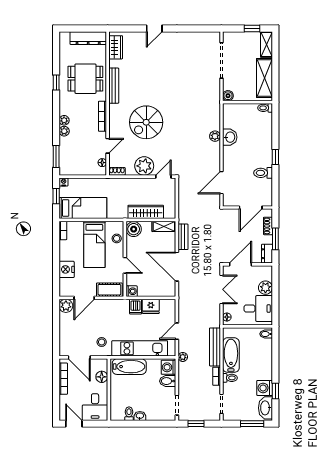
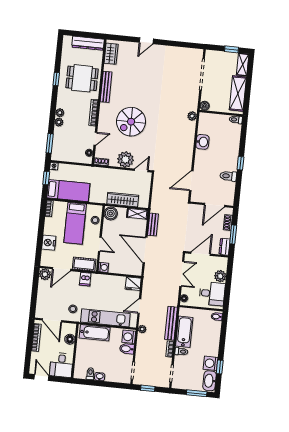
plant: (215, 136) -> (192, 116), moved
fridge: (151, 306) -> (133, 284), moved
dishwasher: (136, 307) -> (85, 279), moved

